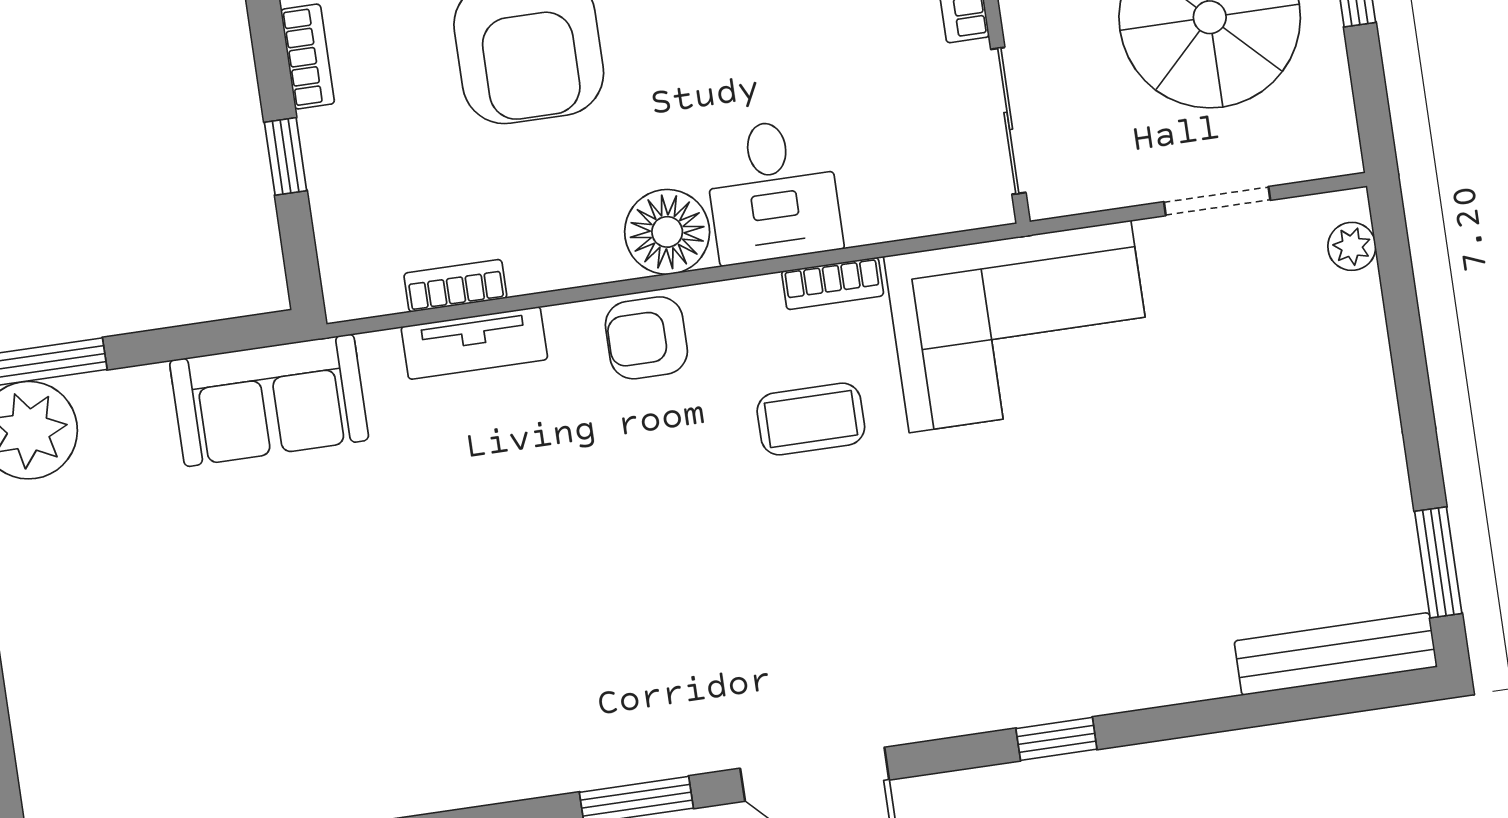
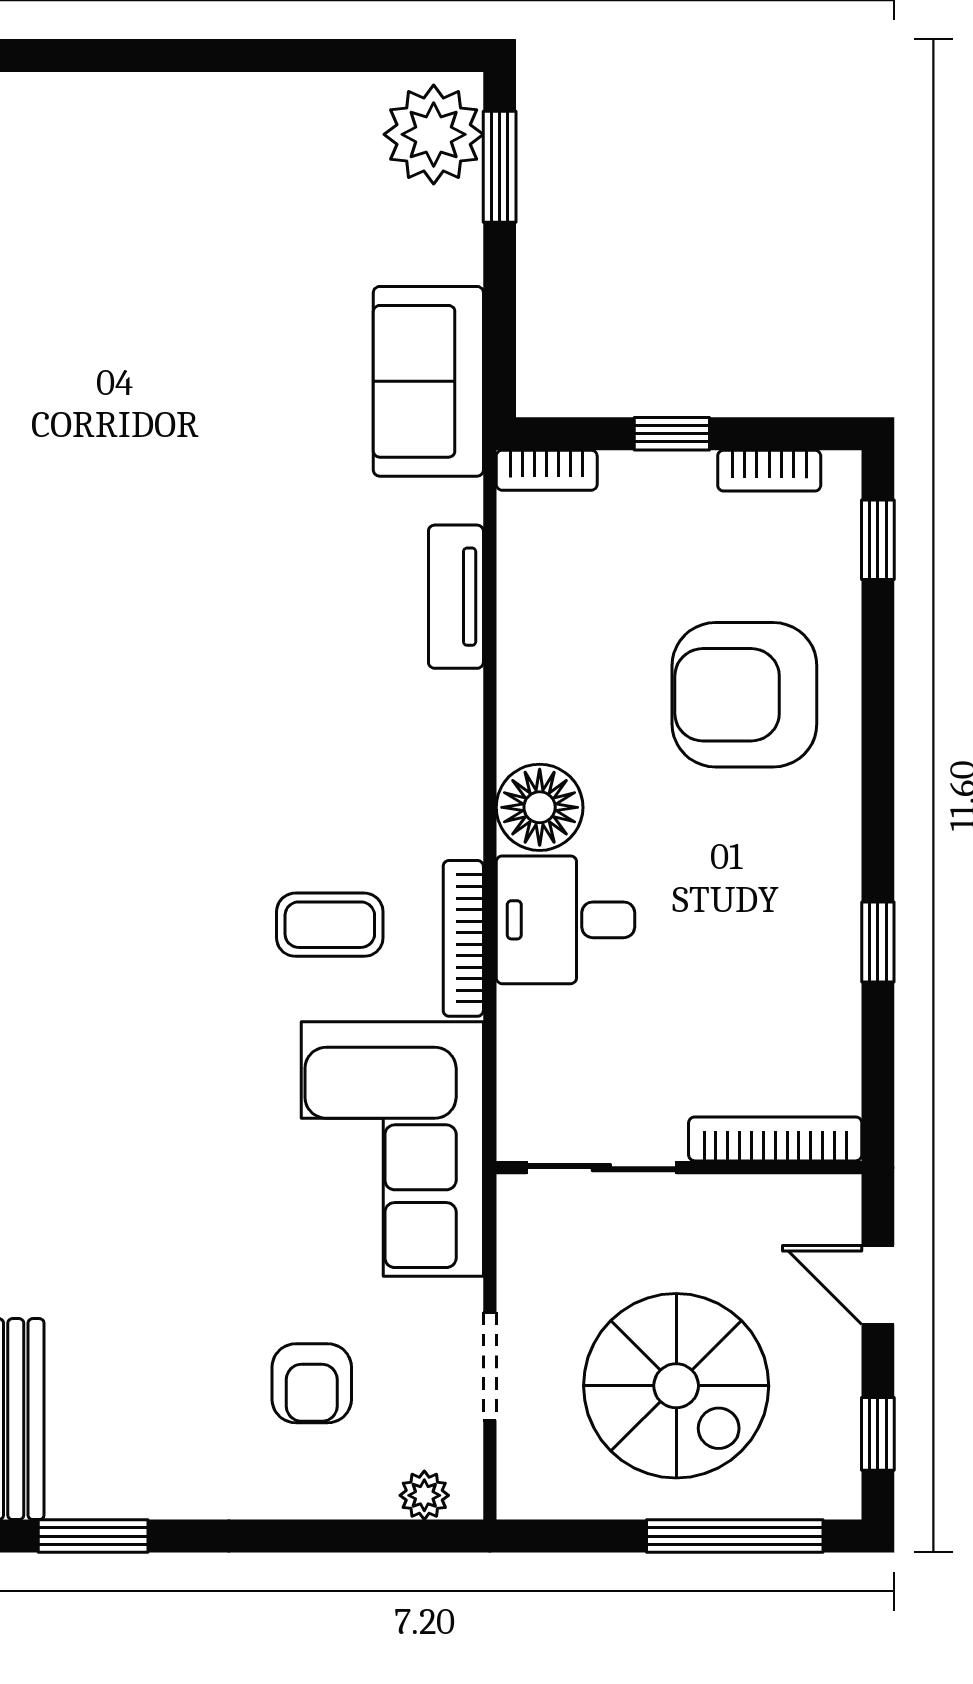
bookcase: (833, 283) -> (463, 938), width x1.56
bookcase: (455, 286) -> (547, 470), moved, turned 90
armchair: (646, 338) -> (312, 1383), moved, turned 180
coffee table: (811, 419) -> (330, 925), turned 90

